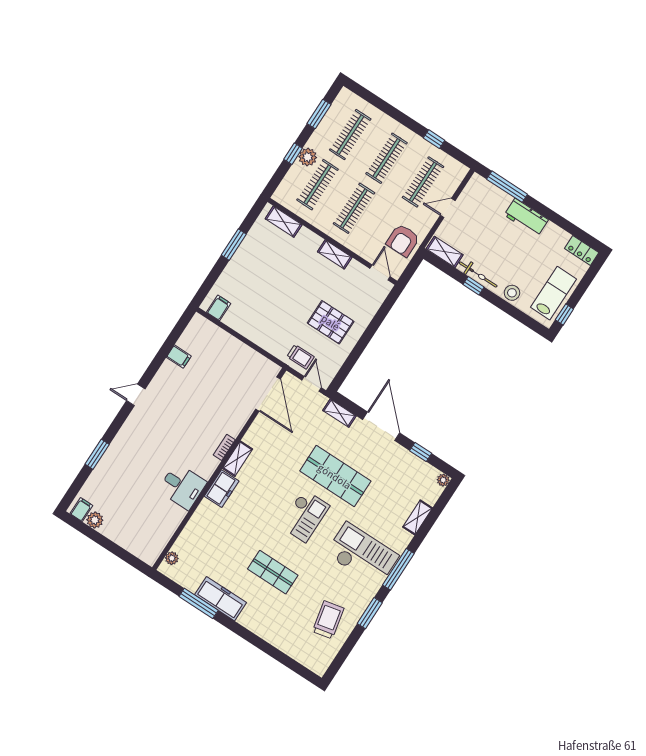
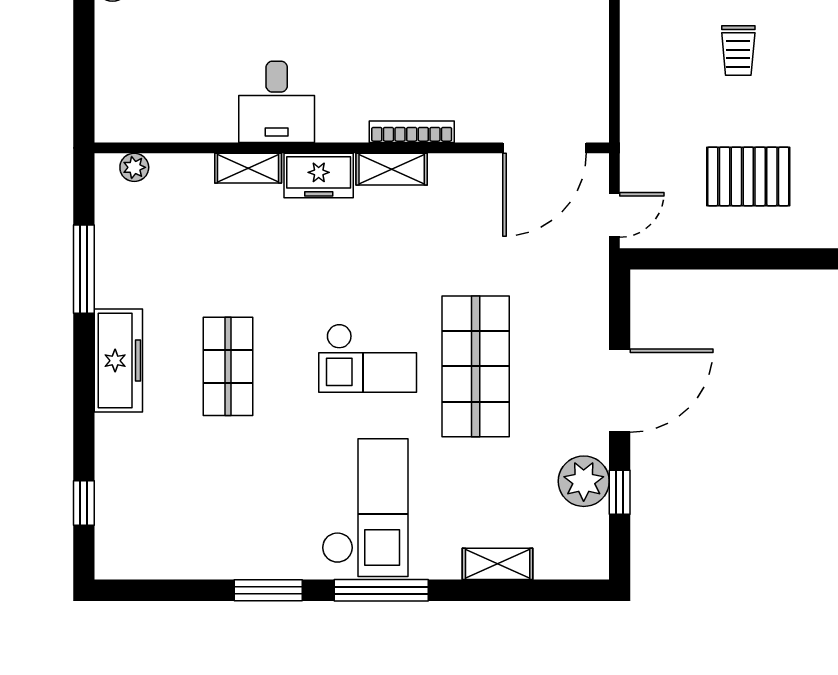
pallet: (331, 322) -> (748, 176), turned 90
trolley: (301, 357) -> (738, 50), moved
shelving: (339, 413) -> (248, 168), moved, turned 90
bookcase: (224, 447) -> (412, 132), width x1.56
plant: (443, 480) -> (584, 481), moved, width x1.87, depth x1.87
freezer: (221, 599) -> (118, 361), moved
trolley: (328, 620) -> (207, 523), removed
window: (289, 663) -> (84, 503), added

